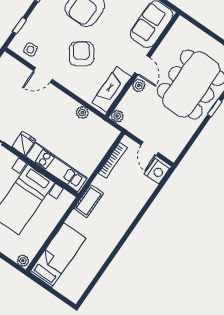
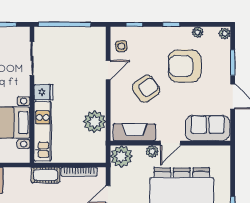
door: (43, 75) -> (108, 70), swing flipped
plant: (82, 113) -> (95, 122), width x1.88, depth x1.88
plant: (117, 116) -> (121, 156), width x1.88, depth x1.88
cot: (89, 201) -> (46, 175), moved

